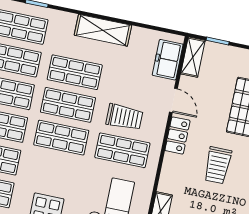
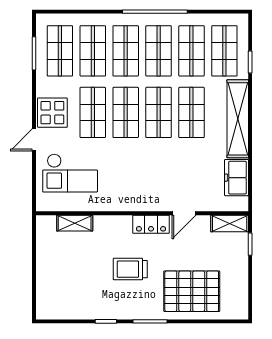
shelving: (103, 30) -> (238, 119), width x1.47
freezer: (168, 60) -> (237, 178), moved, turned -90
trolley: (124, 117) -> (158, 169), removed
shop shelf: (122, 150) -> (93, 112), moved

